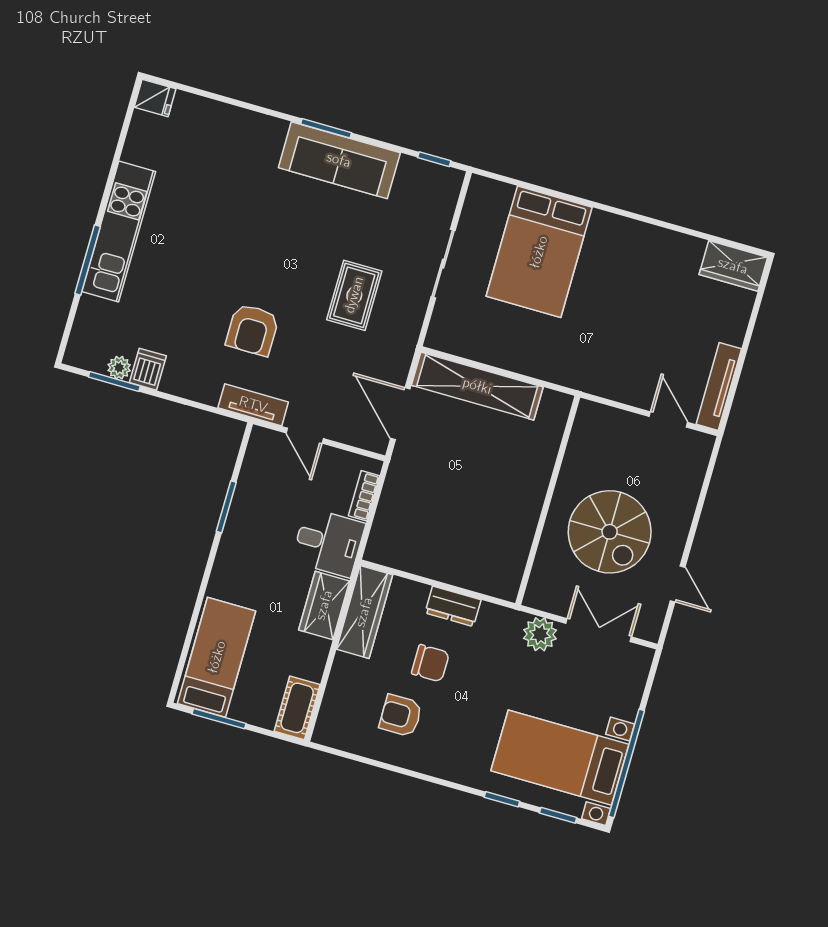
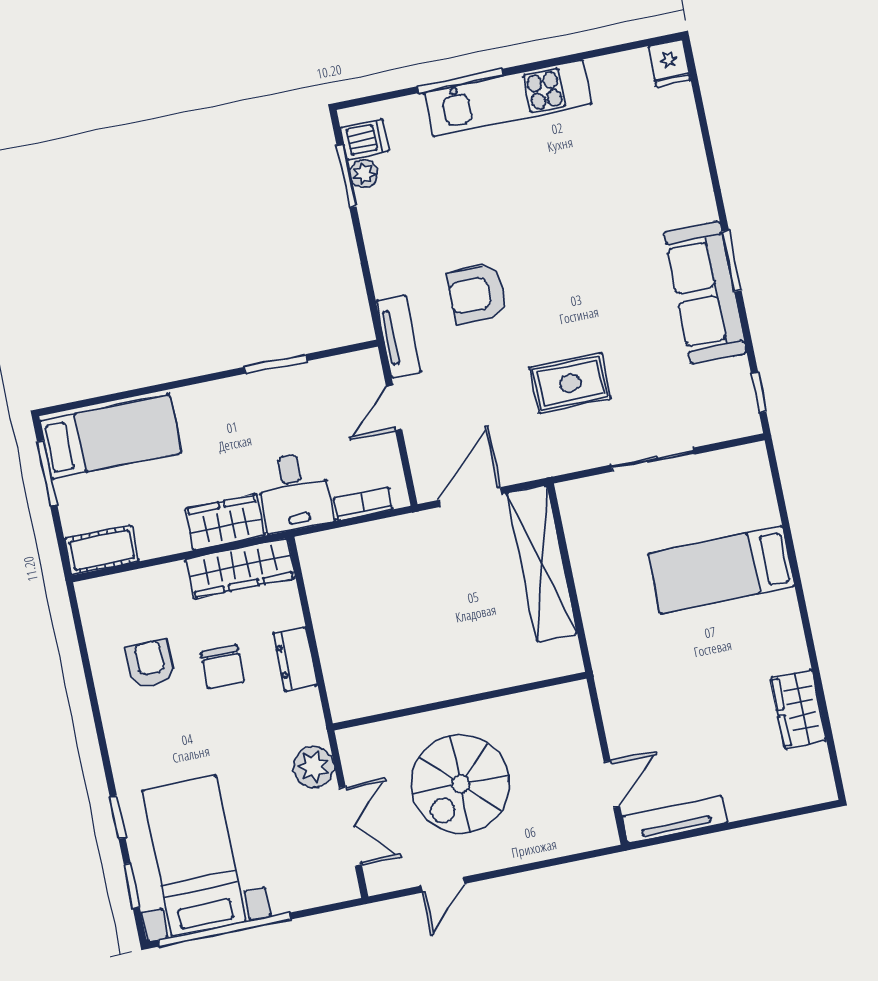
bed: (539, 252) -> (721, 570), width x0.67
wardrobe: (733, 266) -> (798, 709), moved
dishwasher: (148, 369) -> (365, 139), moved

